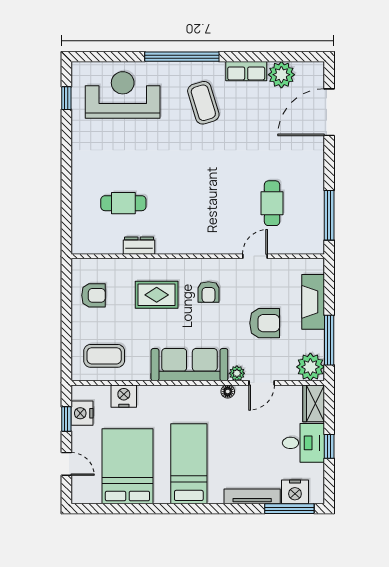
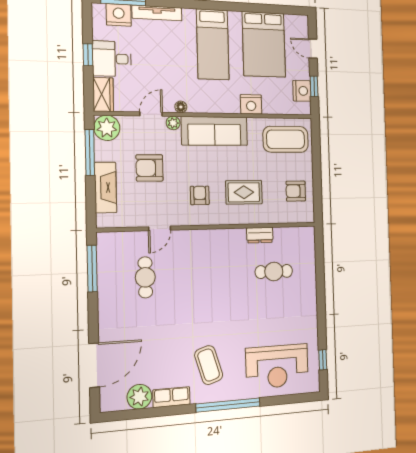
coffee table: (104, 356) -> (286, 139), width x1.36, depth x1.32
nightstand: (124, 396) -> (251, 104), moved

